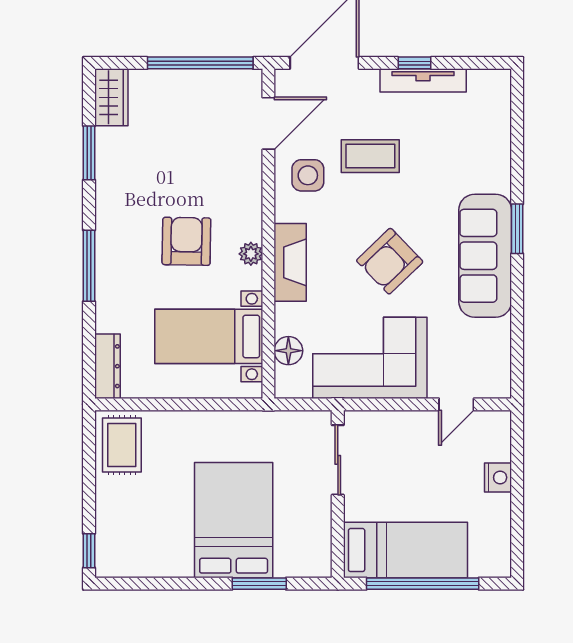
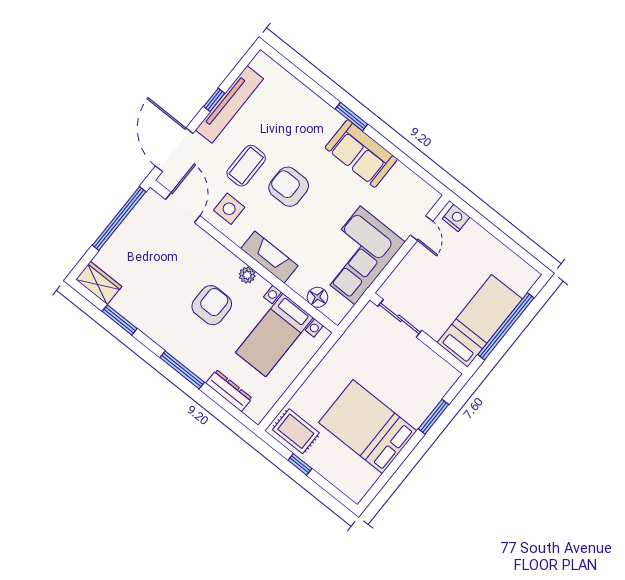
tv unit: (423, 80) -> (229, 104), width x1.36, depth x1.29
armchair: (186, 241) -> (212, 305), turned 89
sofa: (485, 256) -> (361, 154), width x0.73
armchair: (390, 261) -> (289, 187), moved, turned 134
dresser: (107, 366) -> (229, 391), moved
nightstand: (498, 477) -> (456, 218), moved
bed: (234, 520) -> (368, 427), moved
window: (89, 551) -> (300, 464), moved

